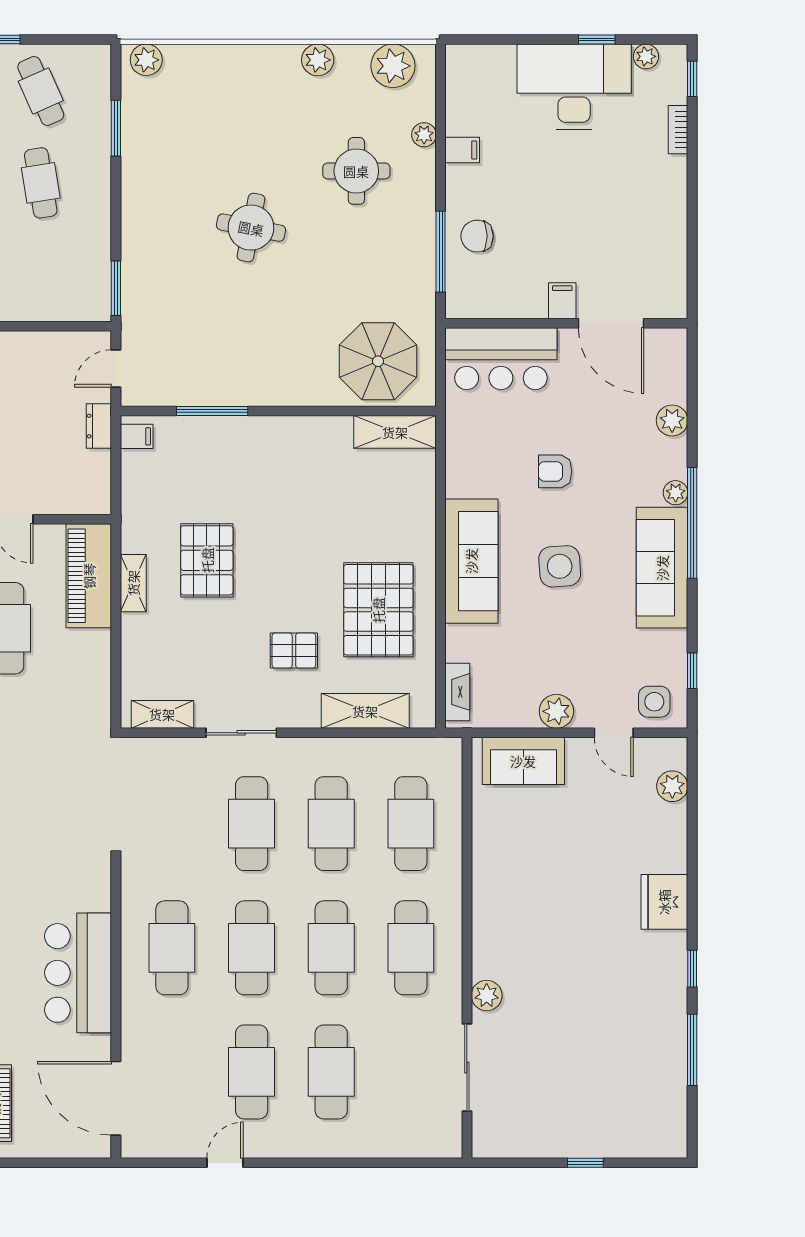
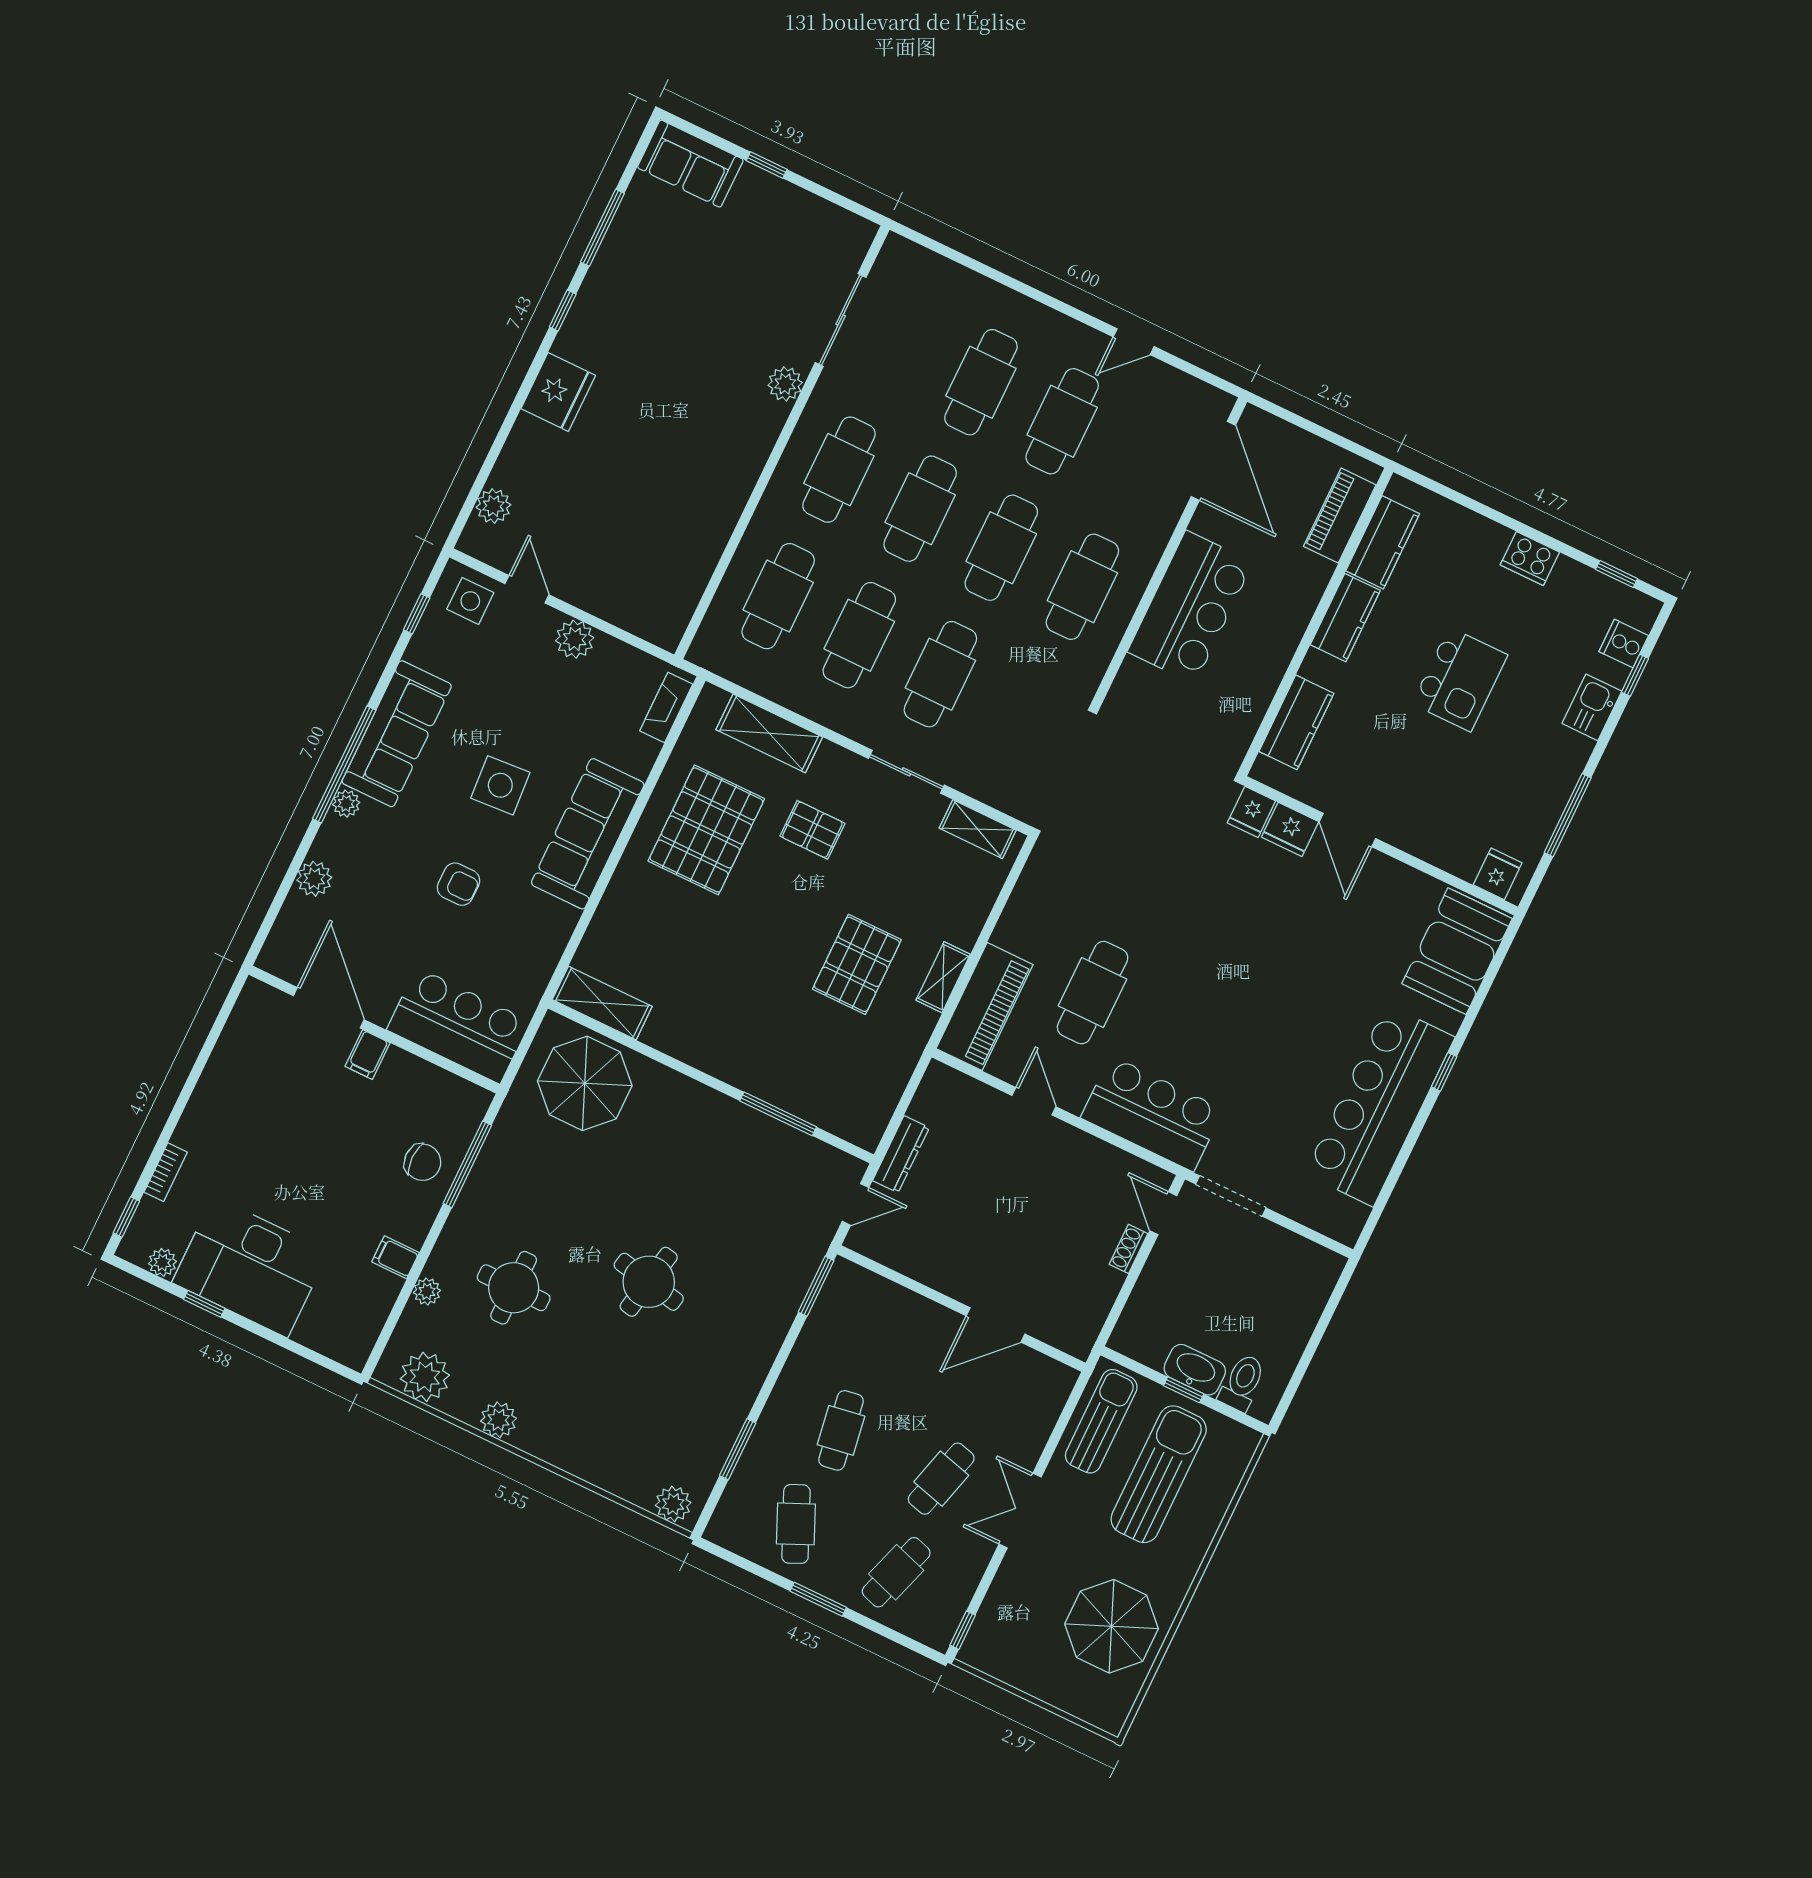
dresser: (99, 426) -> (901, 1154), width x1.44
filing cabinet: (137, 436) -> (868, 1125), removed
sofa: (523, 761) -> (690, 164), moved, turned 180

